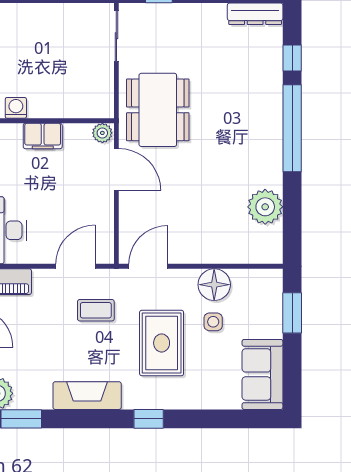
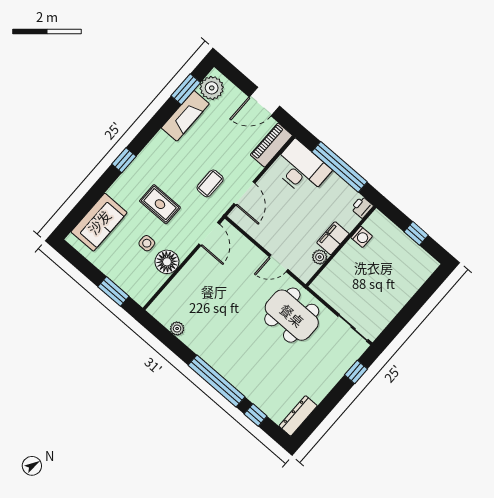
plant: (102, 133) -> (320, 257), moved
door: (116, 169) -> (279, 263), width x0.73
plant: (265, 207) -> (177, 328), width x0.53, depth x0.53
rug: (162, 343) -> (160, 204), width x0.73, depth x0.70
sofa: (262, 374) -> (99, 222), moved, turned 90
fireplace: (87, 396) -> (185, 116), moved

